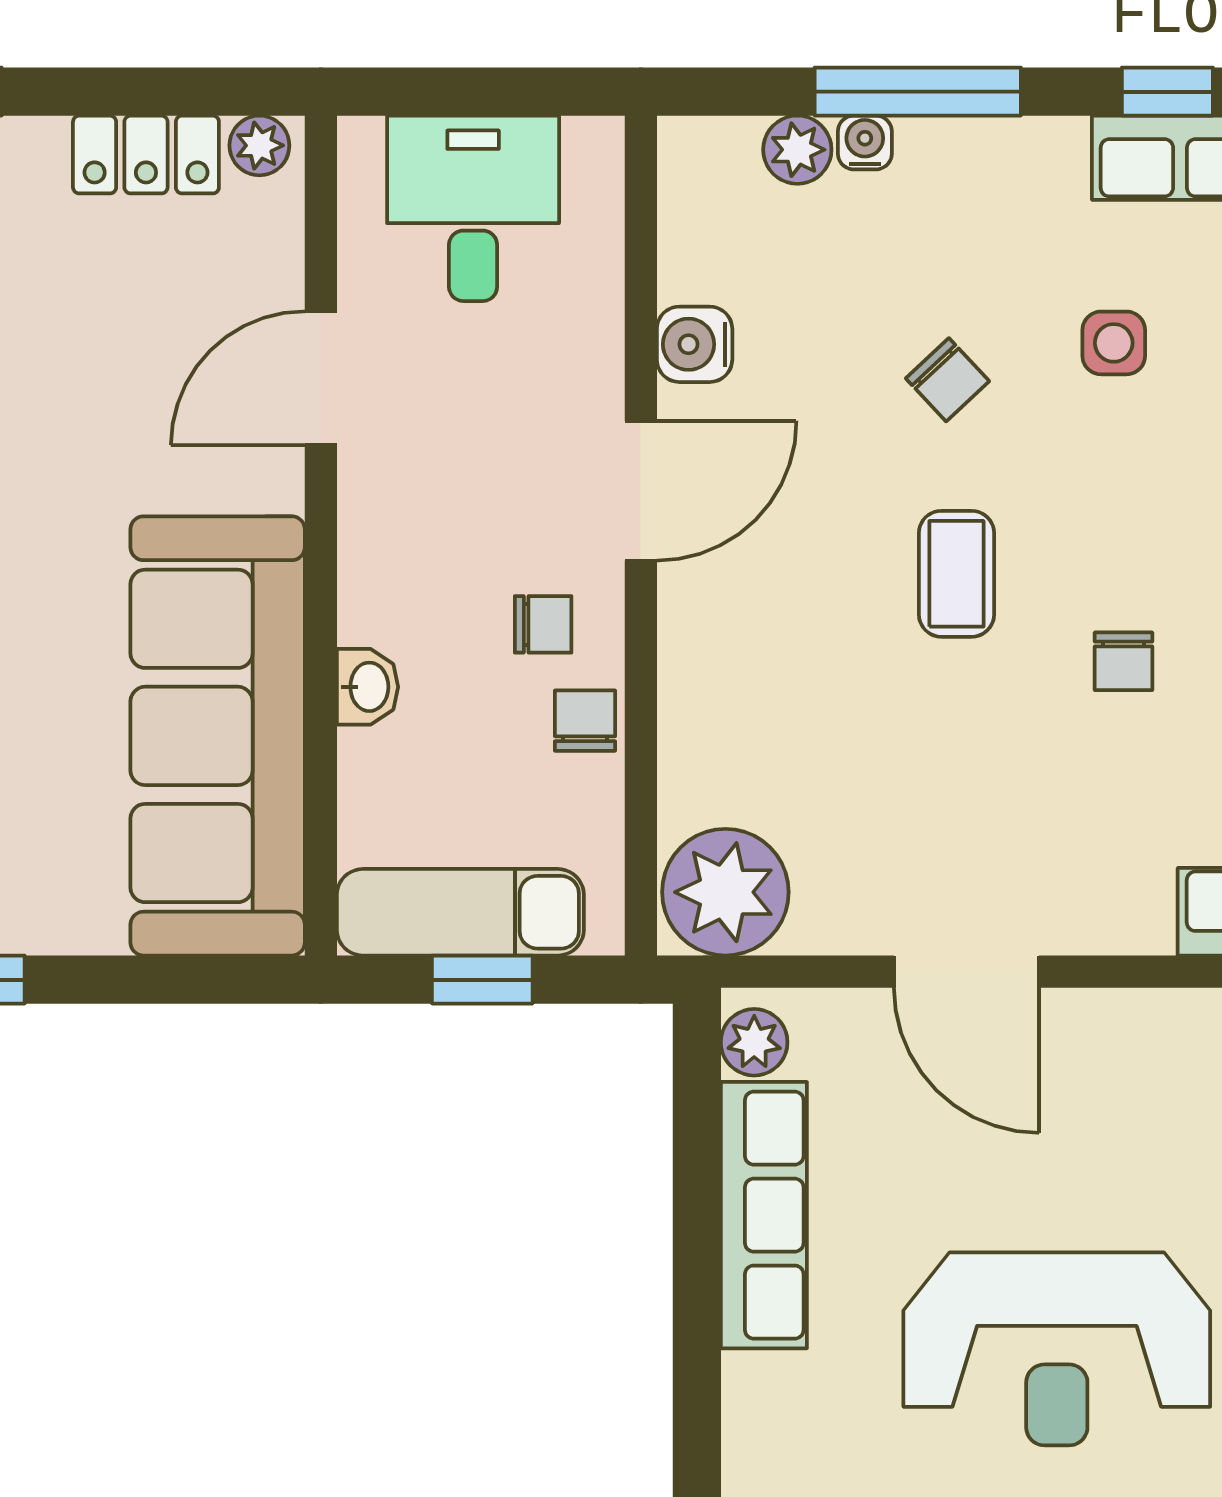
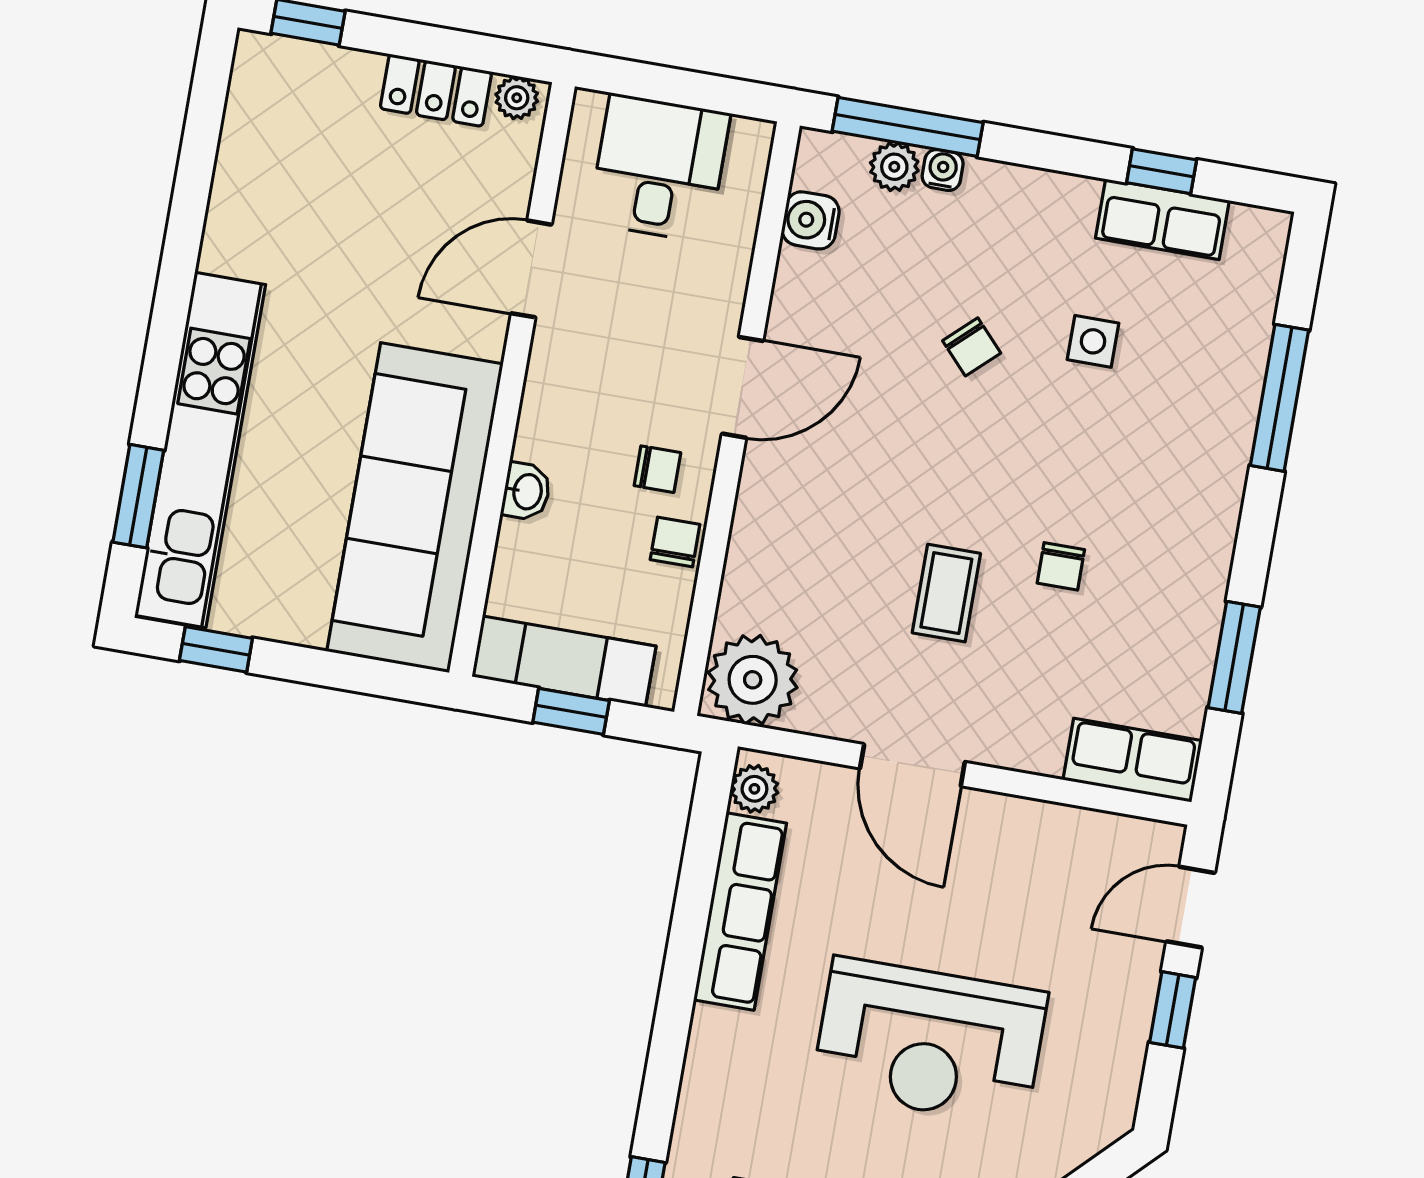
window: (918, 92) -> (908, 127), moved
water cooler: (695, 344) -> (810, 220), moved
coffee table: (956, 574) -> (946, 593), moved

